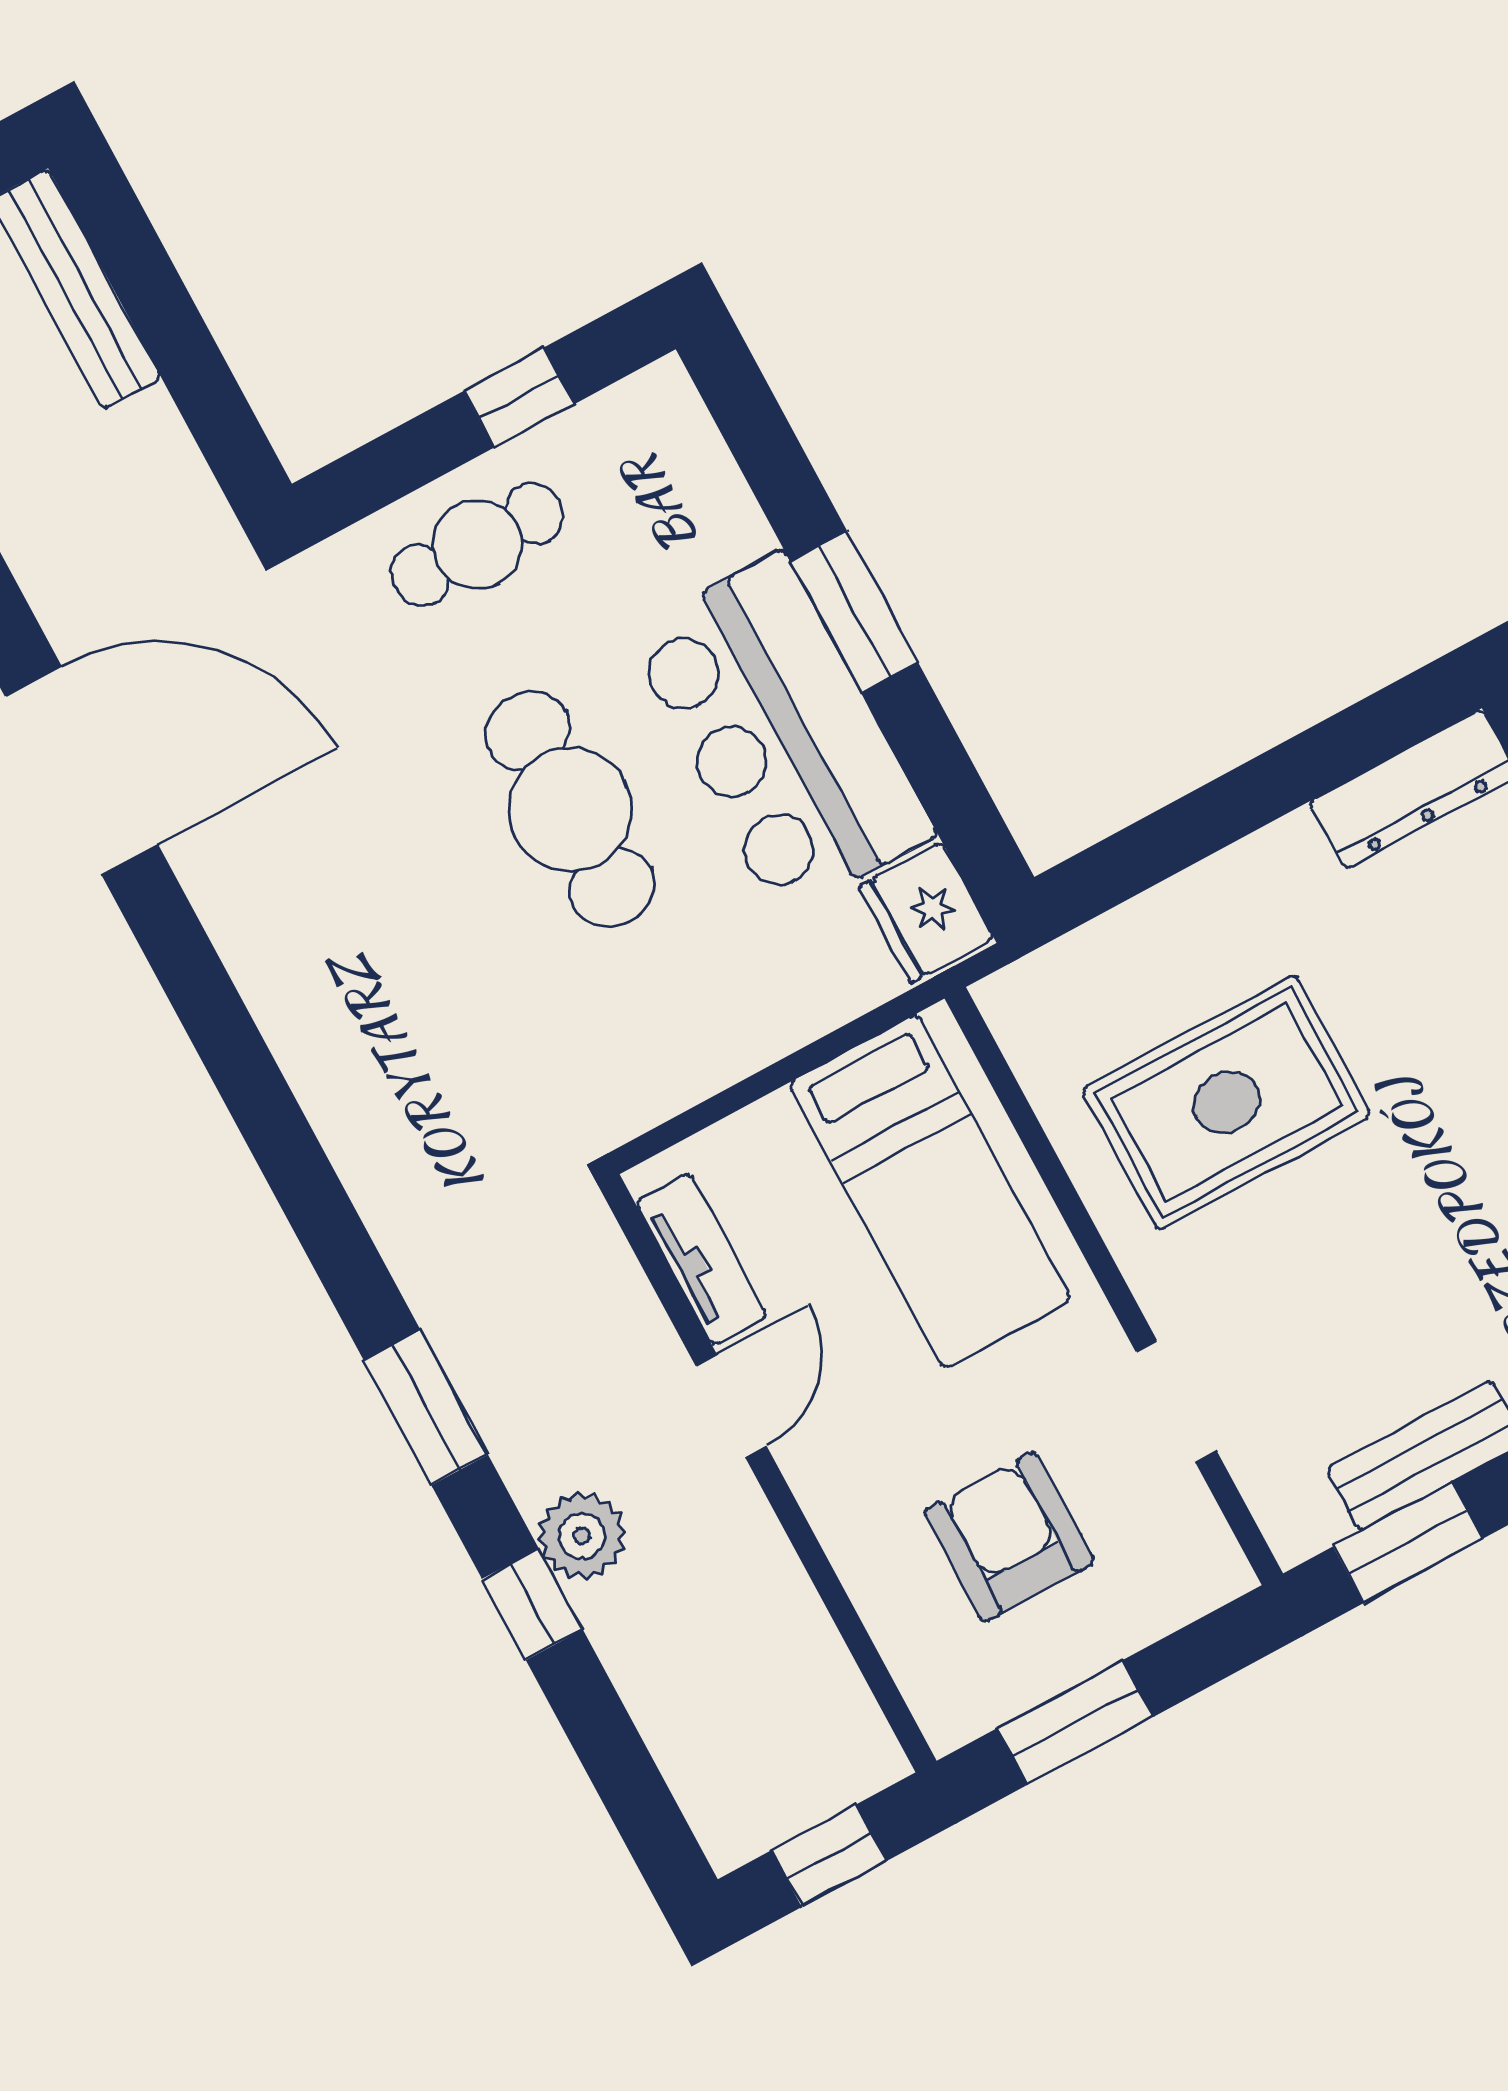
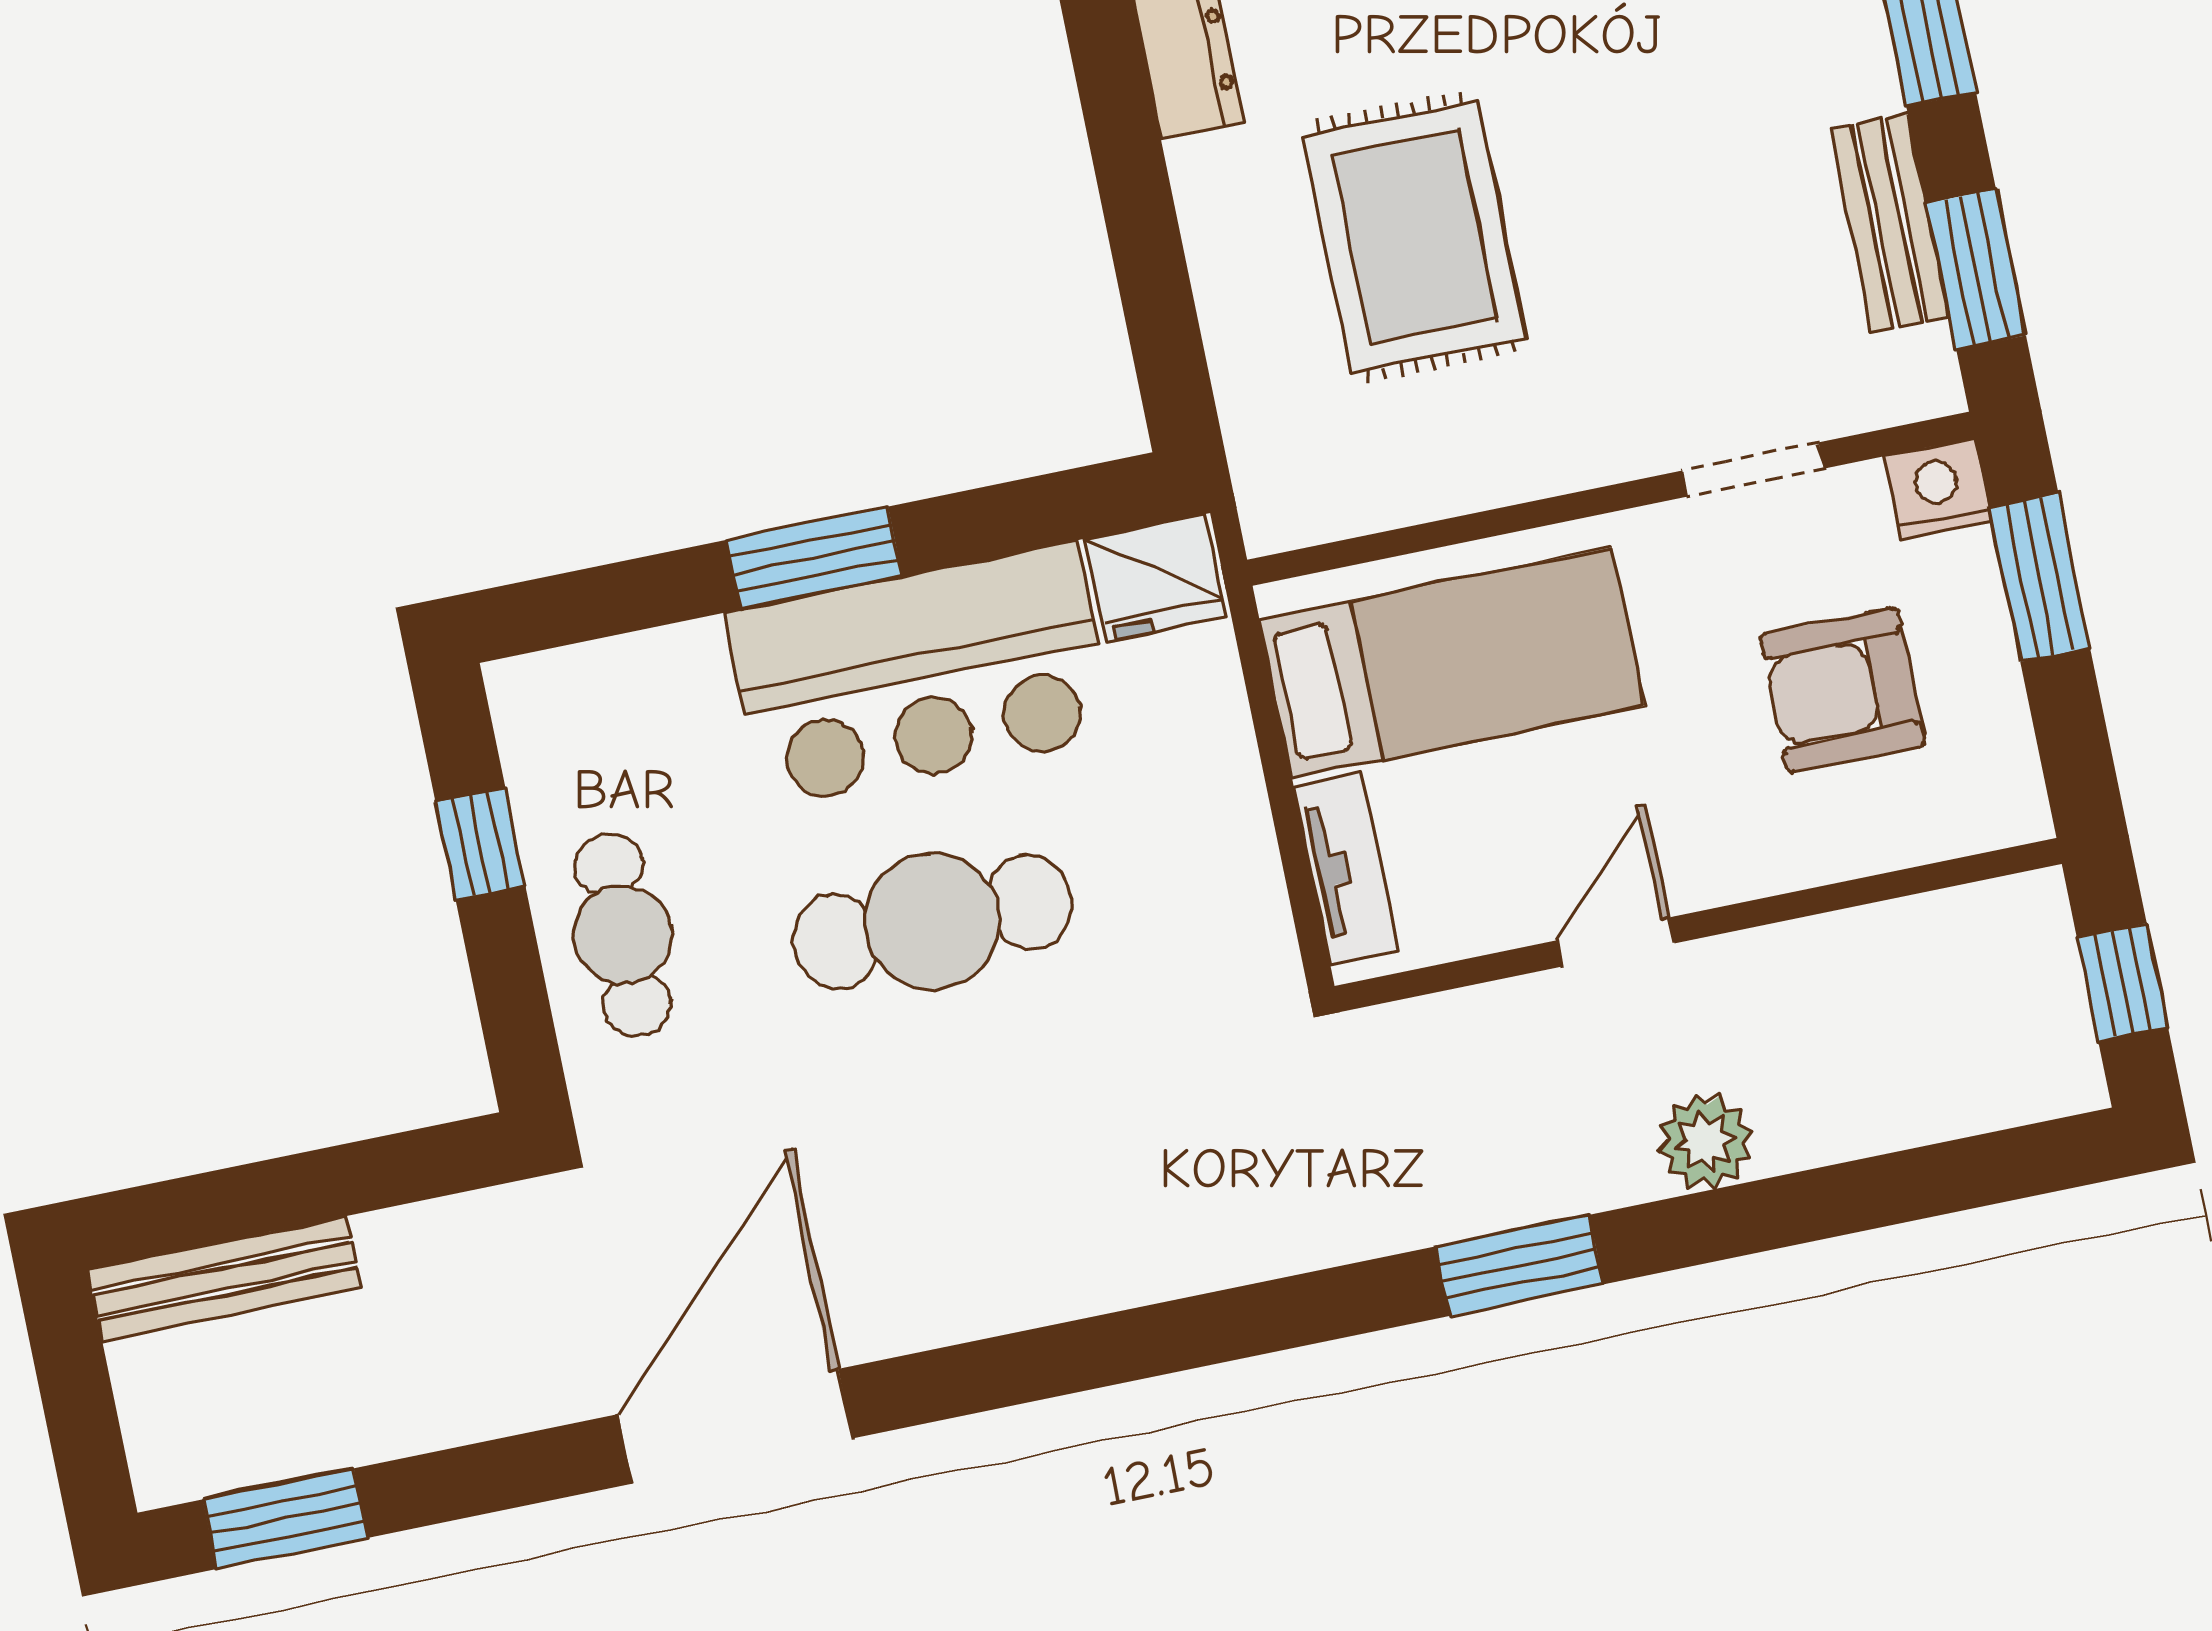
rug: (1226, 1102) -> (1415, 237), moved
tv unit: (701, 1259) -> (1346, 867), moved, turned 90
door: (731, 1406) -> (1615, 942), hinge flipped
nightstand: (1208, 1566) -> (1937, 489), added
window: (532, 1604) -> (1762, 1216), removed
window: (1075, 1722) -> (2039, 578), moved

